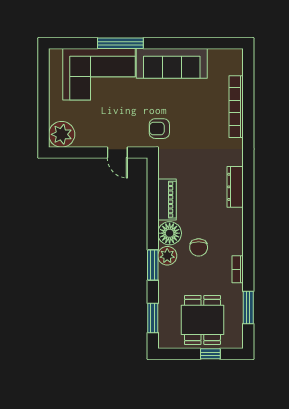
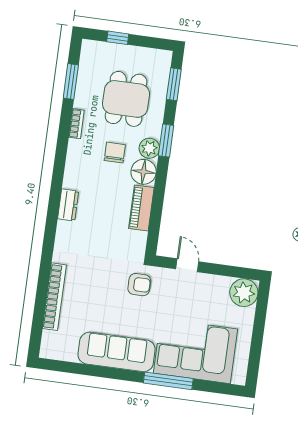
dresser: (235, 187) -> (68, 205), width x0.70
dining table: (202, 320) -> (126, 99), moved

